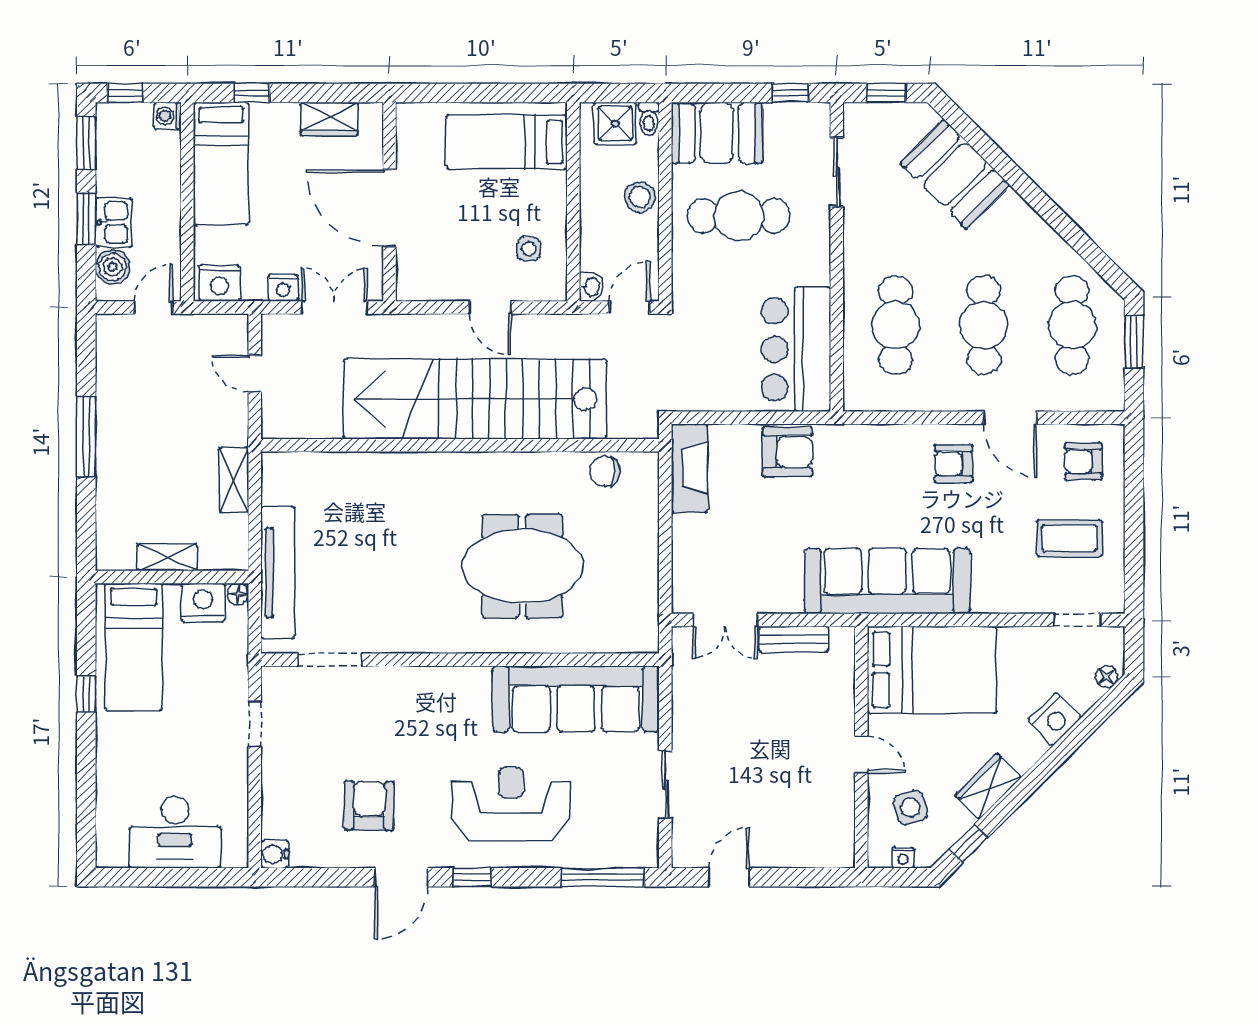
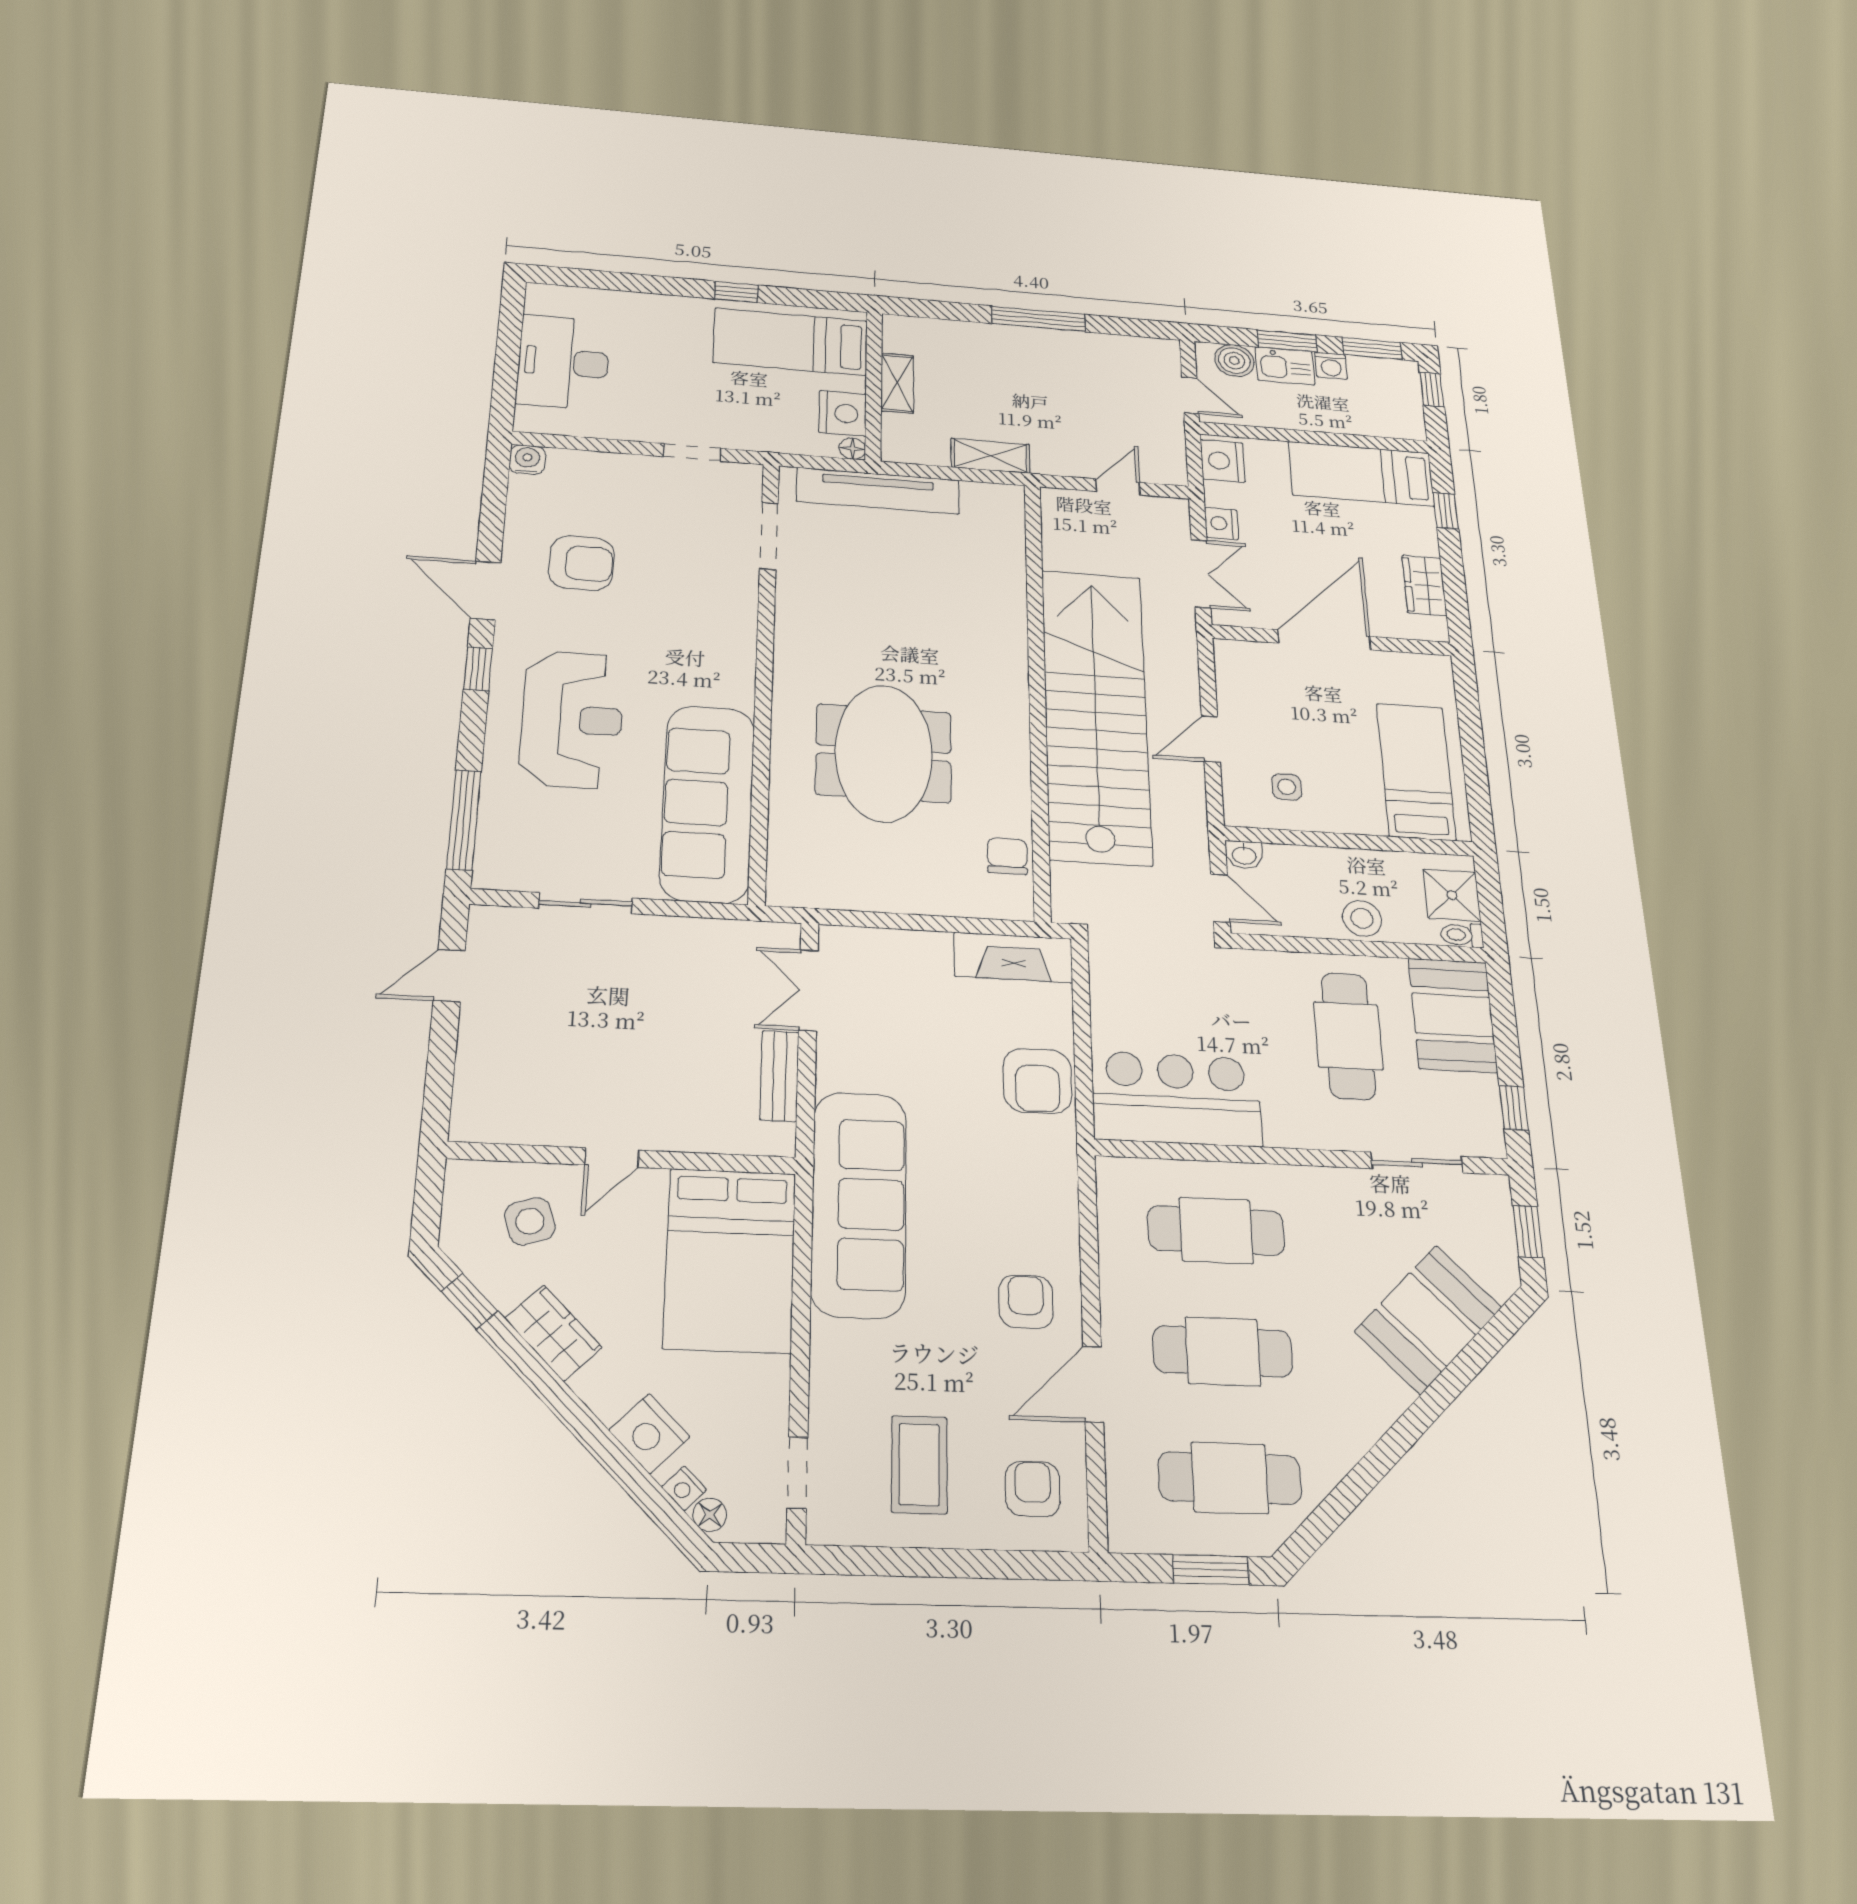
washing machine: (168, 116) -> (1331, 366), moved, turned 180
nightstand: (903, 858) -> (684, 1488), moved, turned -45
door: (729, 877) -> (449, 976), swing flipped

